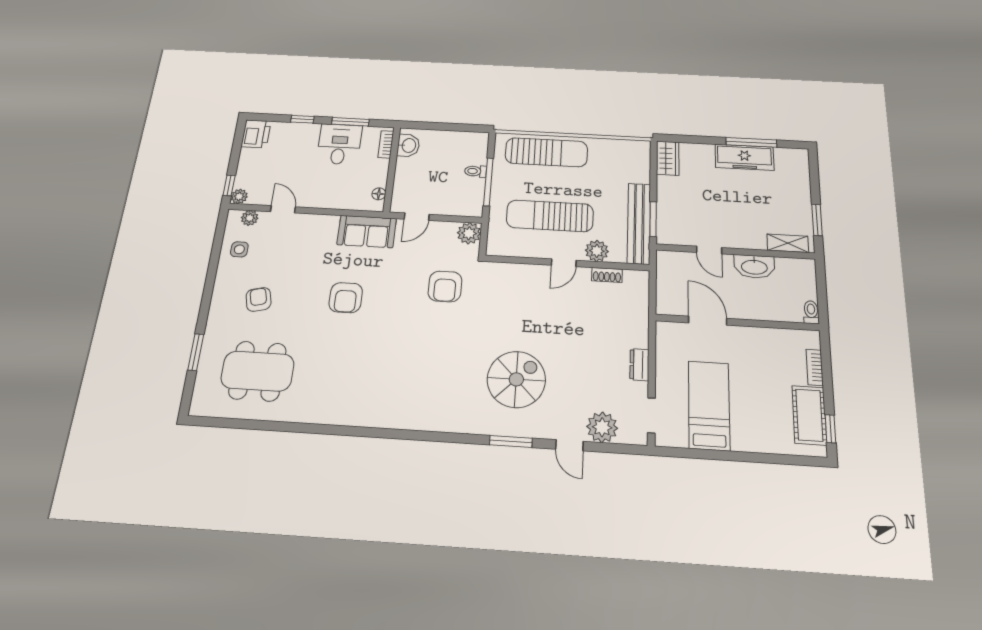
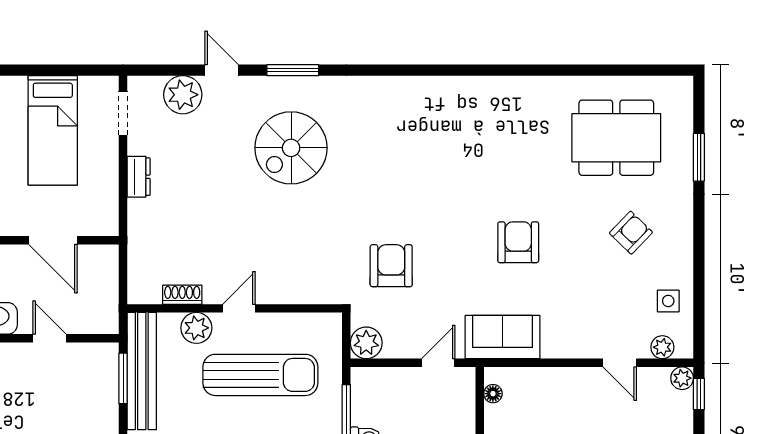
armchair: (259, 299) -> (631, 233), turned -123

